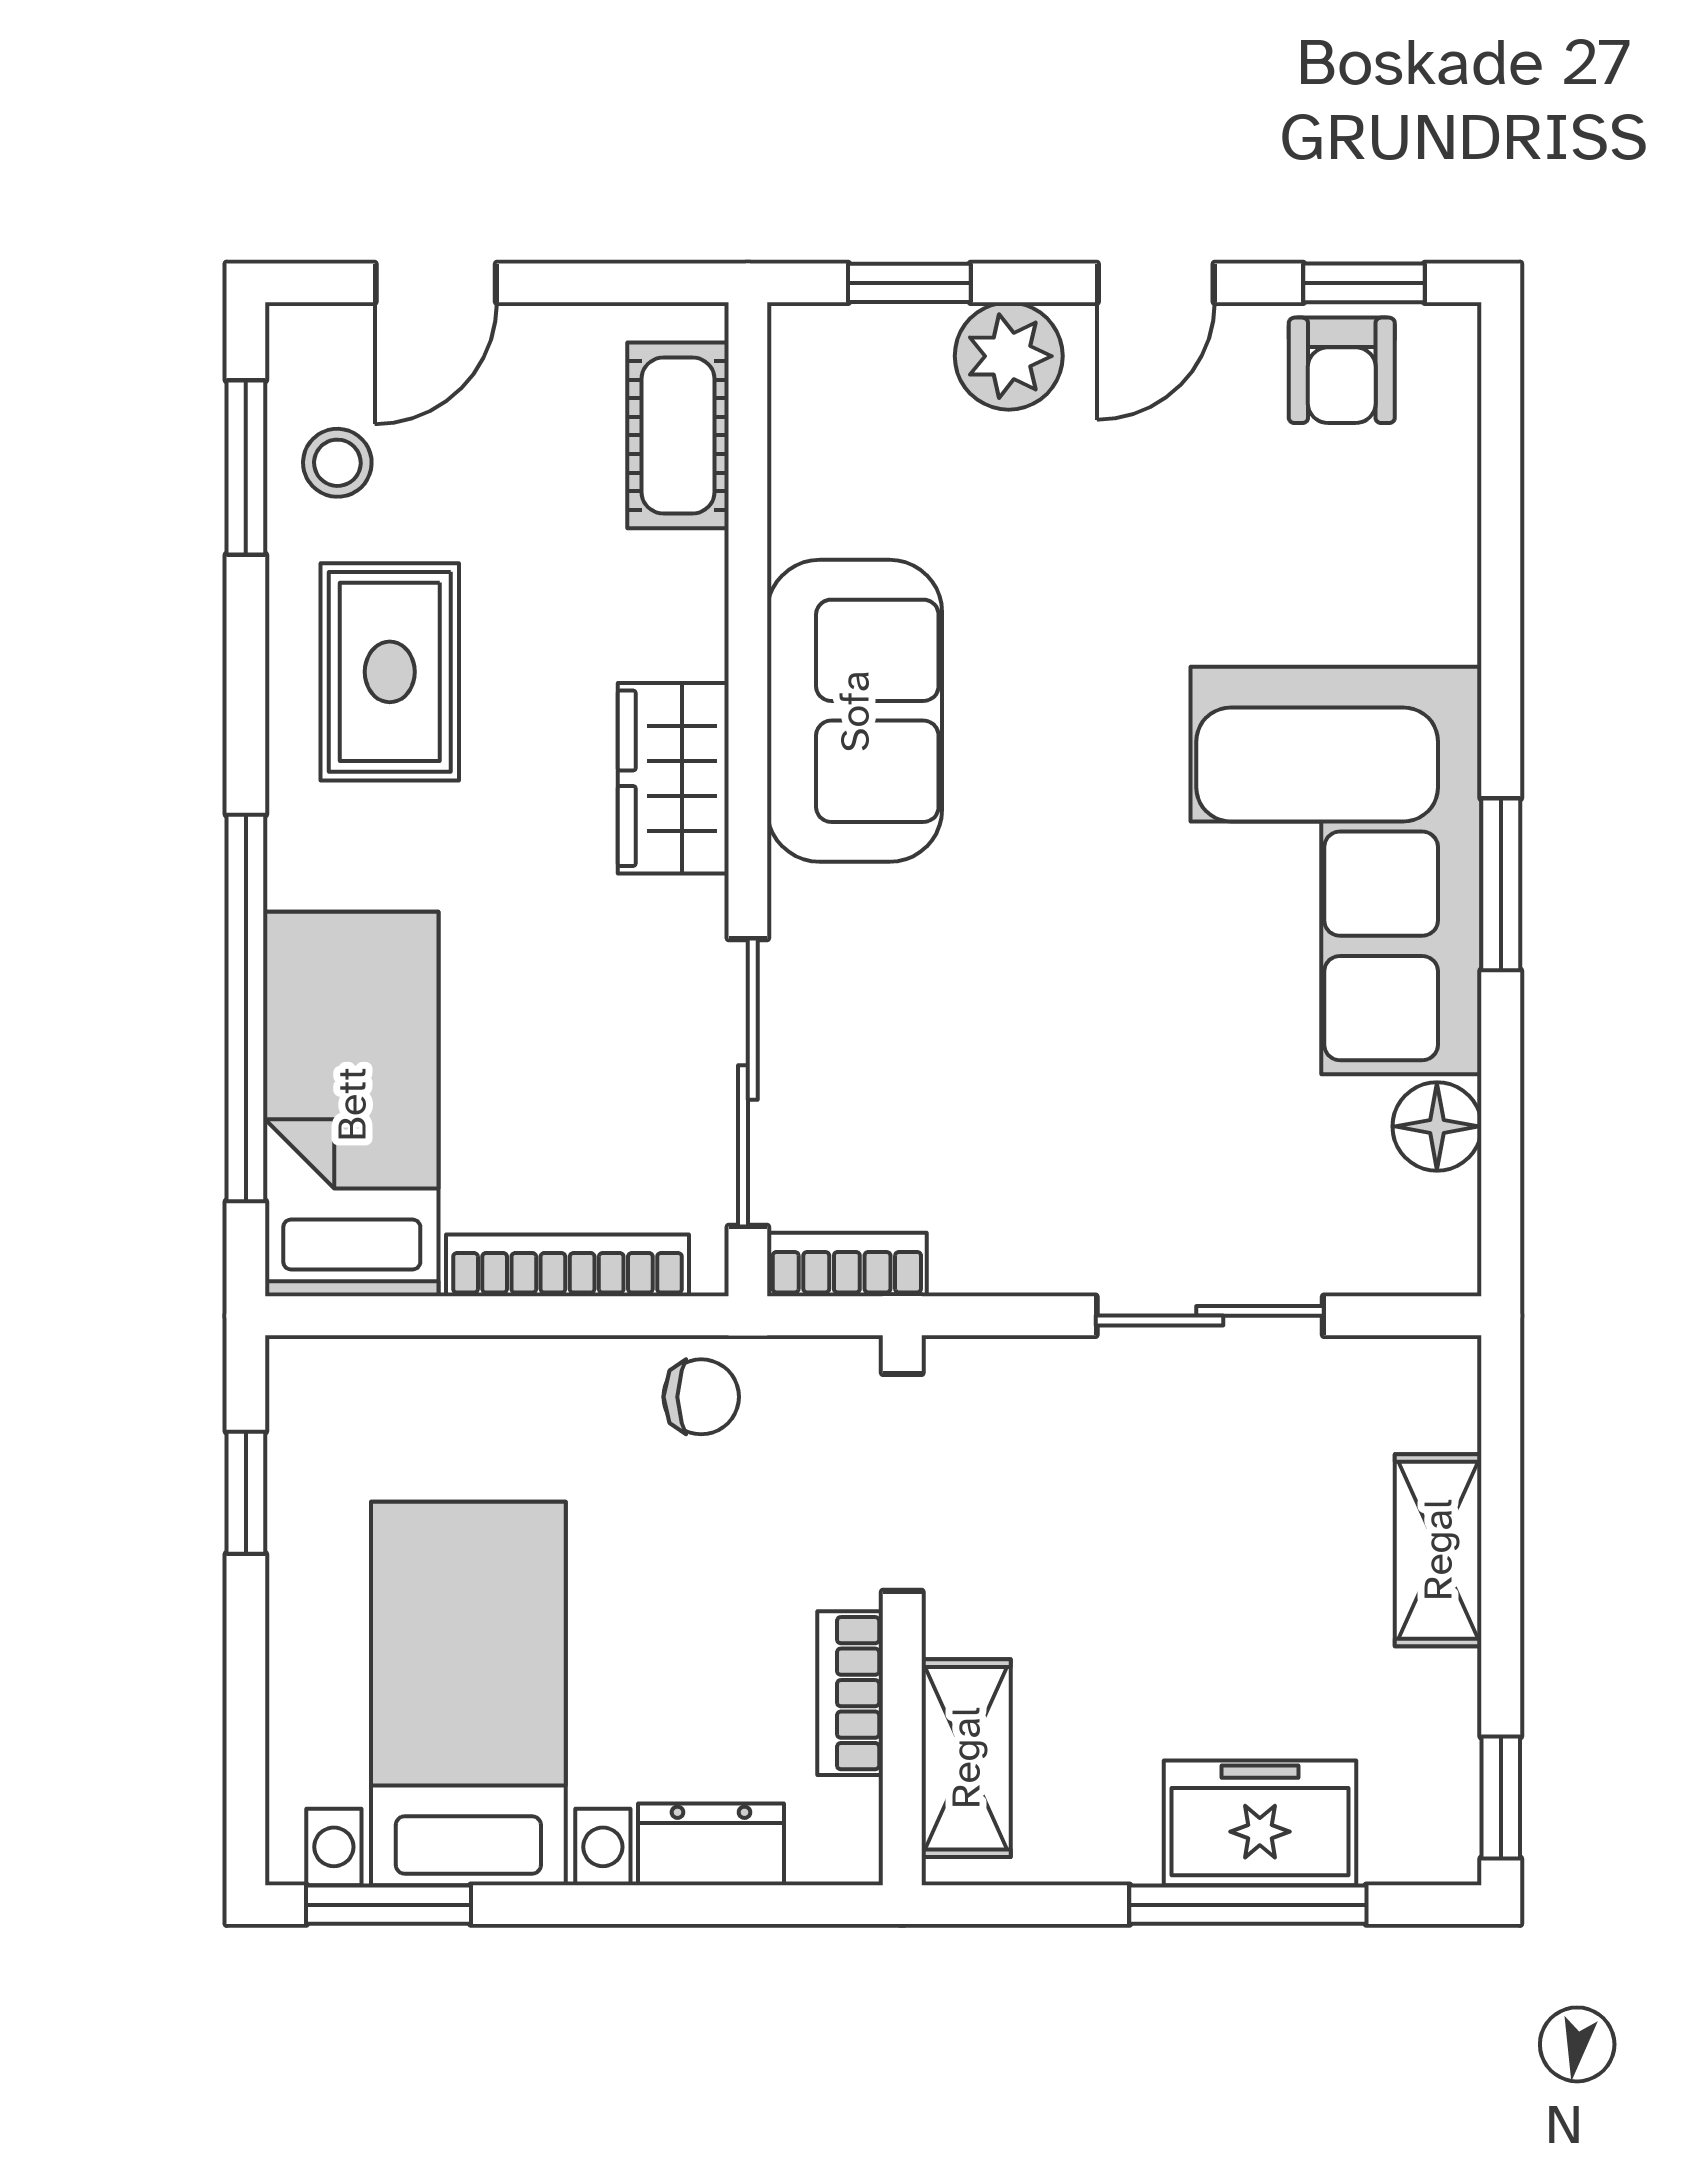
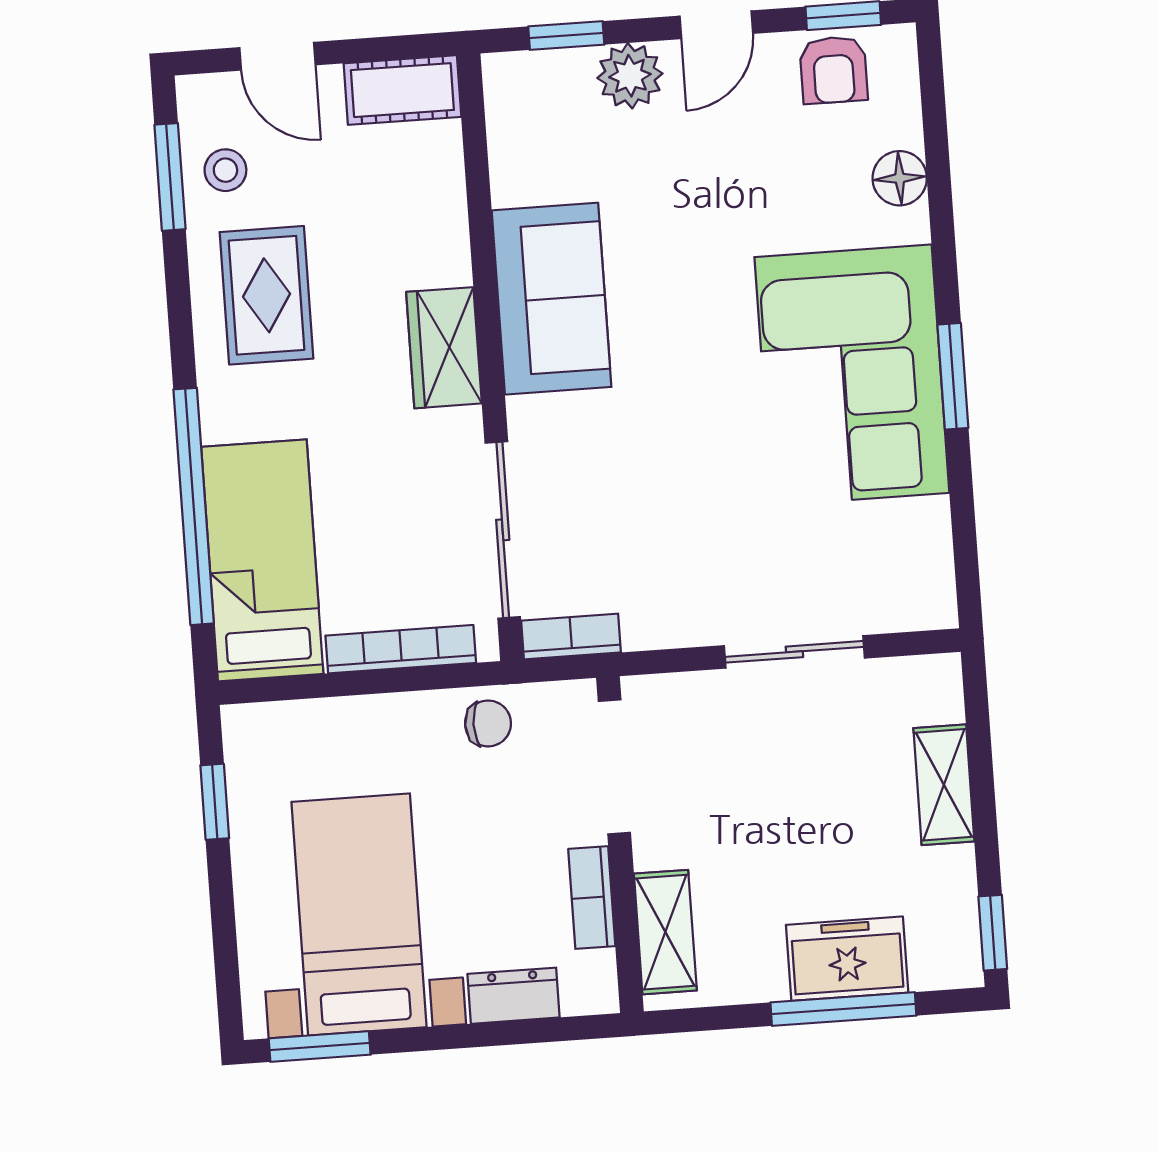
door: (436, 283) -> (278, 56), hinge flipped
cot: (678, 435) -> (402, 90), moved, turned 90
floor lamp: (1437, 1126) -> (900, 178), moved

